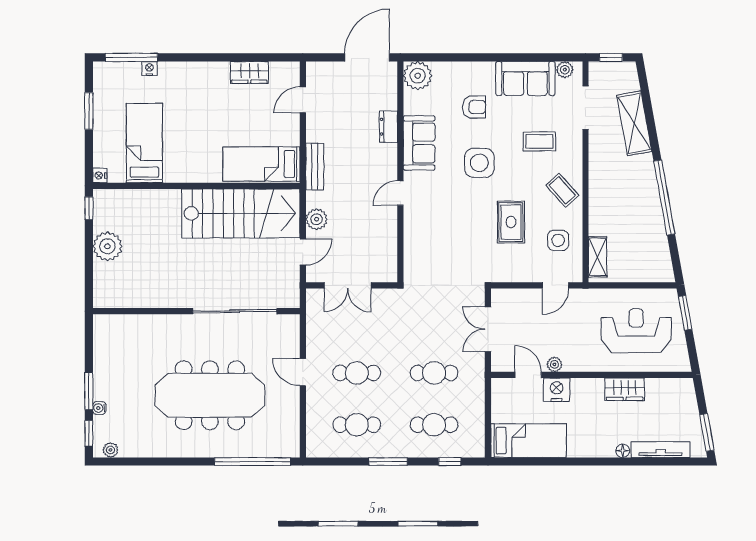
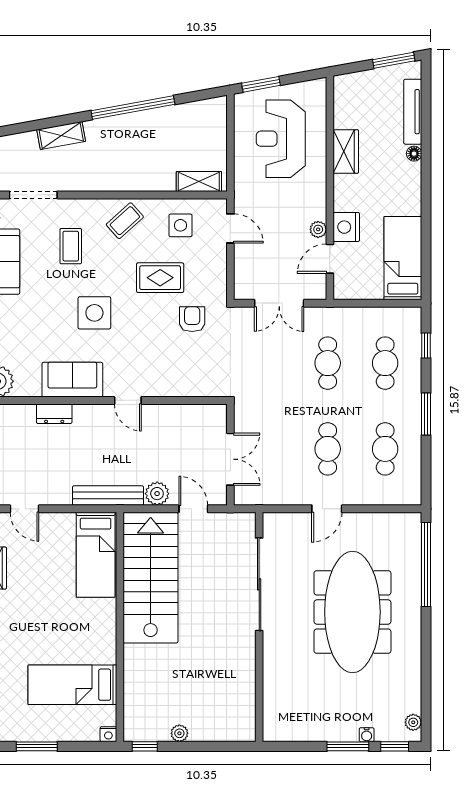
armchair: (474, 107) -> (192, 319), moved
shelving: (634, 123) -> (61, 135), width x0.67, depth x0.75
bench: (315, 167) -> (108, 496), width x1.36
plant: (107, 246) -> (179, 733), width x0.53, depth x0.53

